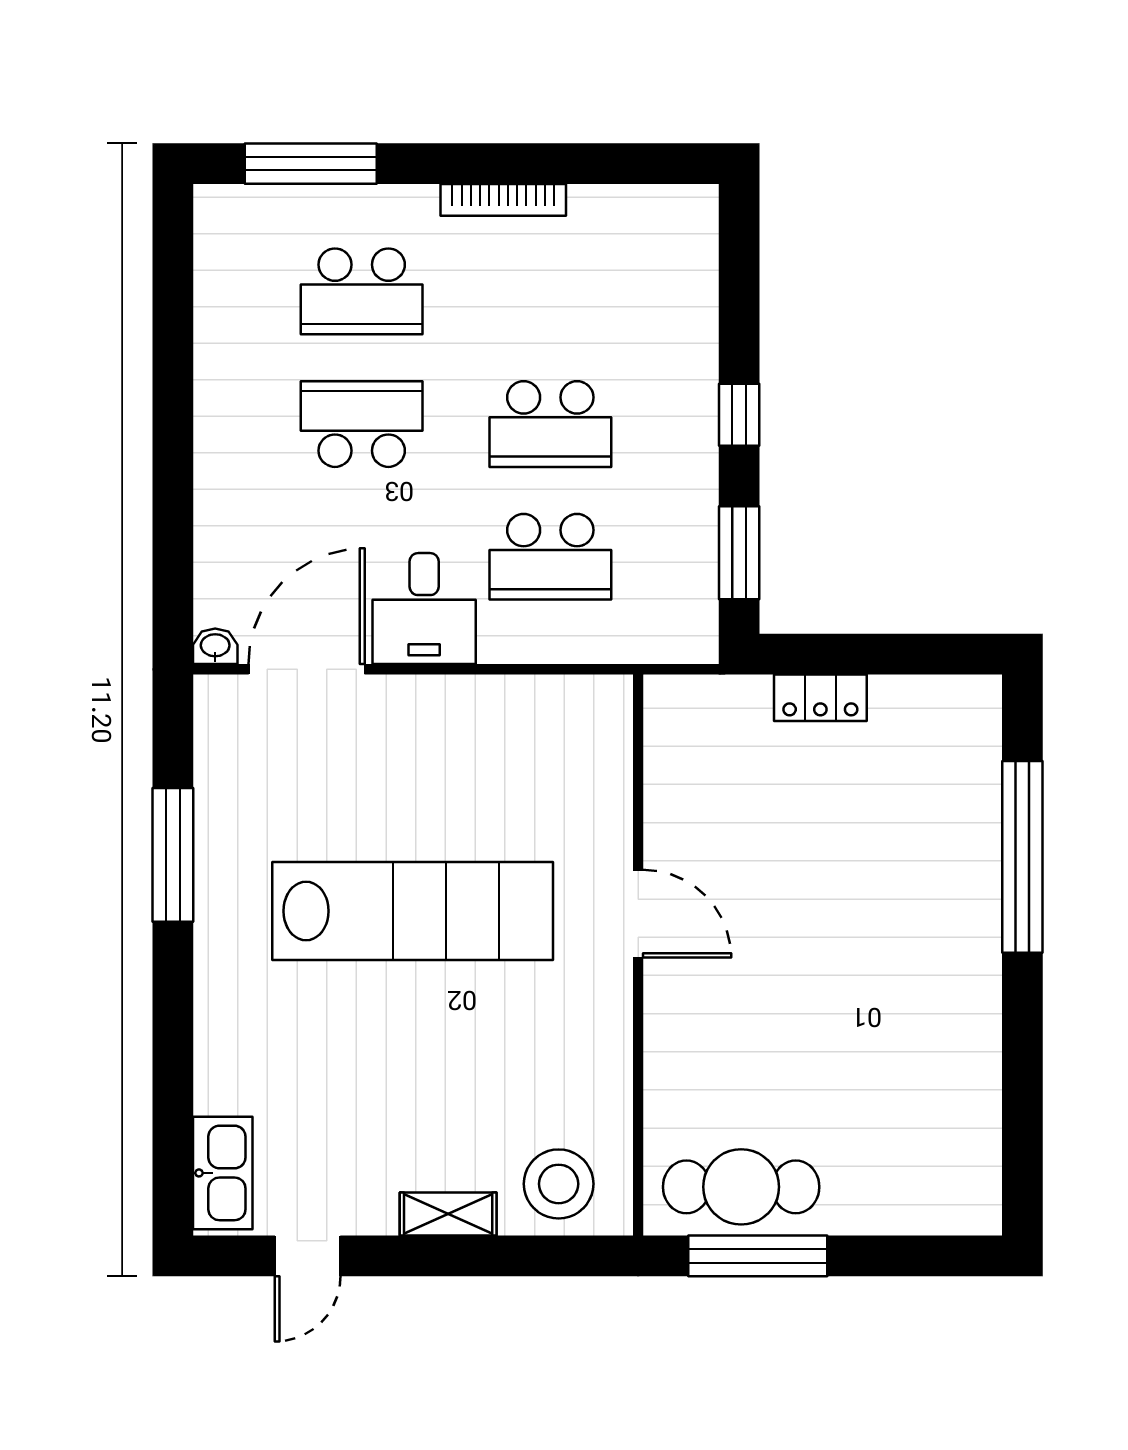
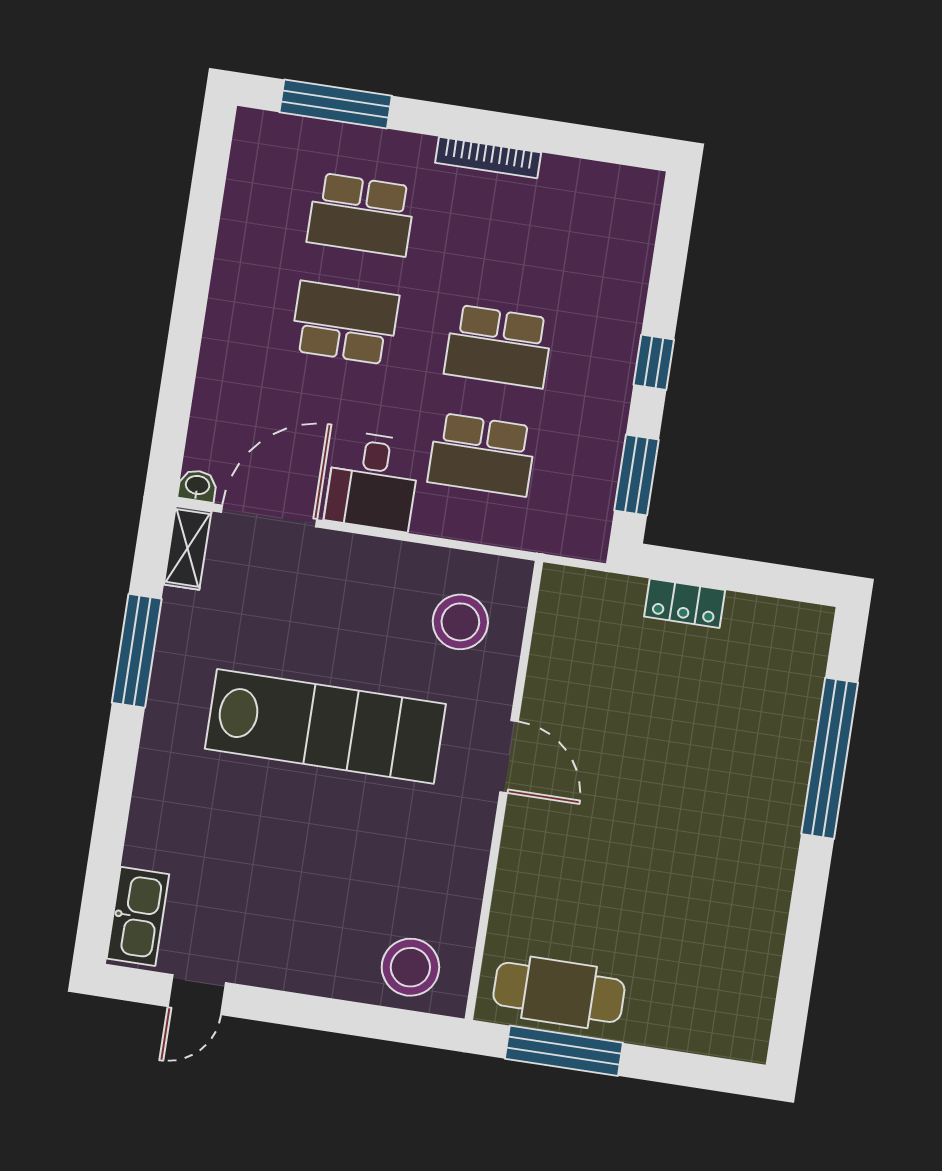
stool: (555, 761) -> (460, 622), added
shelving: (448, 1214) -> (188, 548), moved, turned 90

